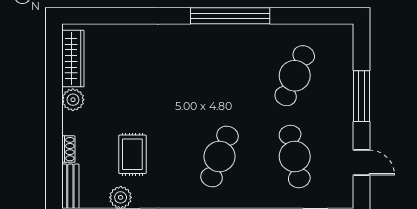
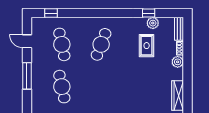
cafe table: (295, 76) -> (62, 87), turned -36
plant: (73, 100) -> (178, 62), moved

